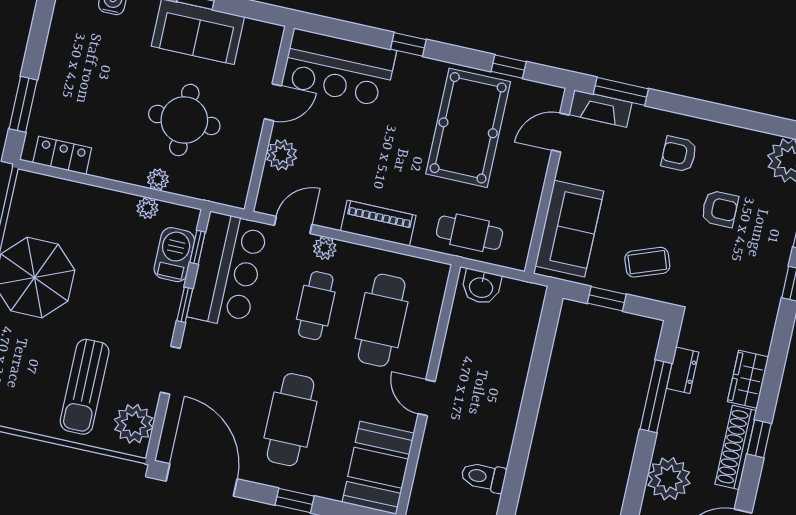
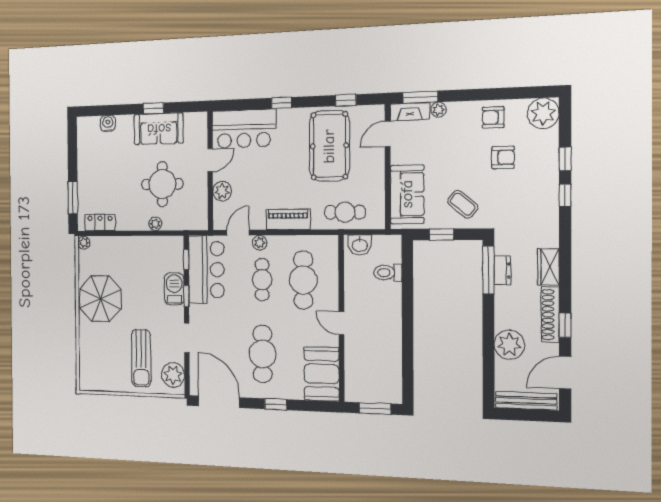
plant: (643, 117) -> (438, 110), added
armchair: (679, 154) -> (493, 117), moved
plant: (147, 208) -> (84, 243), moved
barbecue: (174, 255) -> (174, 289), moved
coffee table: (647, 262) -> (463, 204), turned 59
window: (656, 396) -> (488, 270), moved
window: (759, 439) -> (565, 325), moved
toilet: (483, 477) -> (388, 273), moved

